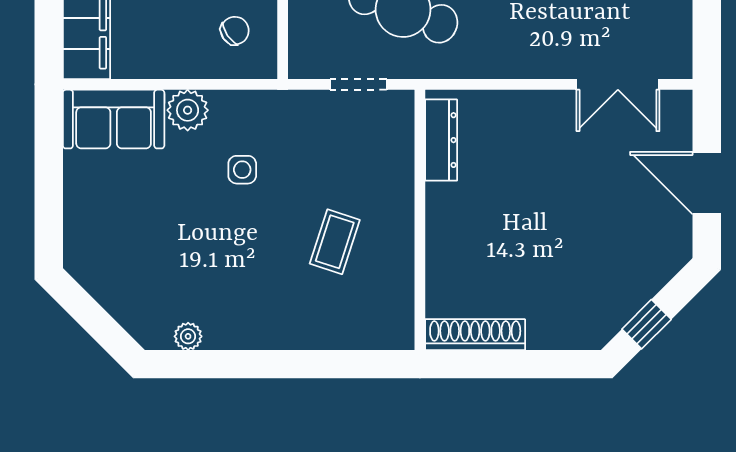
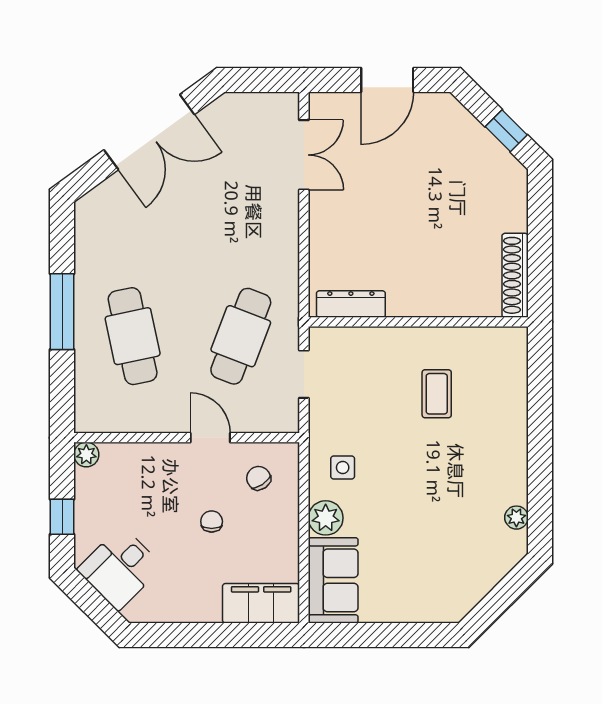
side table: (242, 170) -> (343, 468), moved
coffee table: (335, 242) -> (437, 394), turned 72

